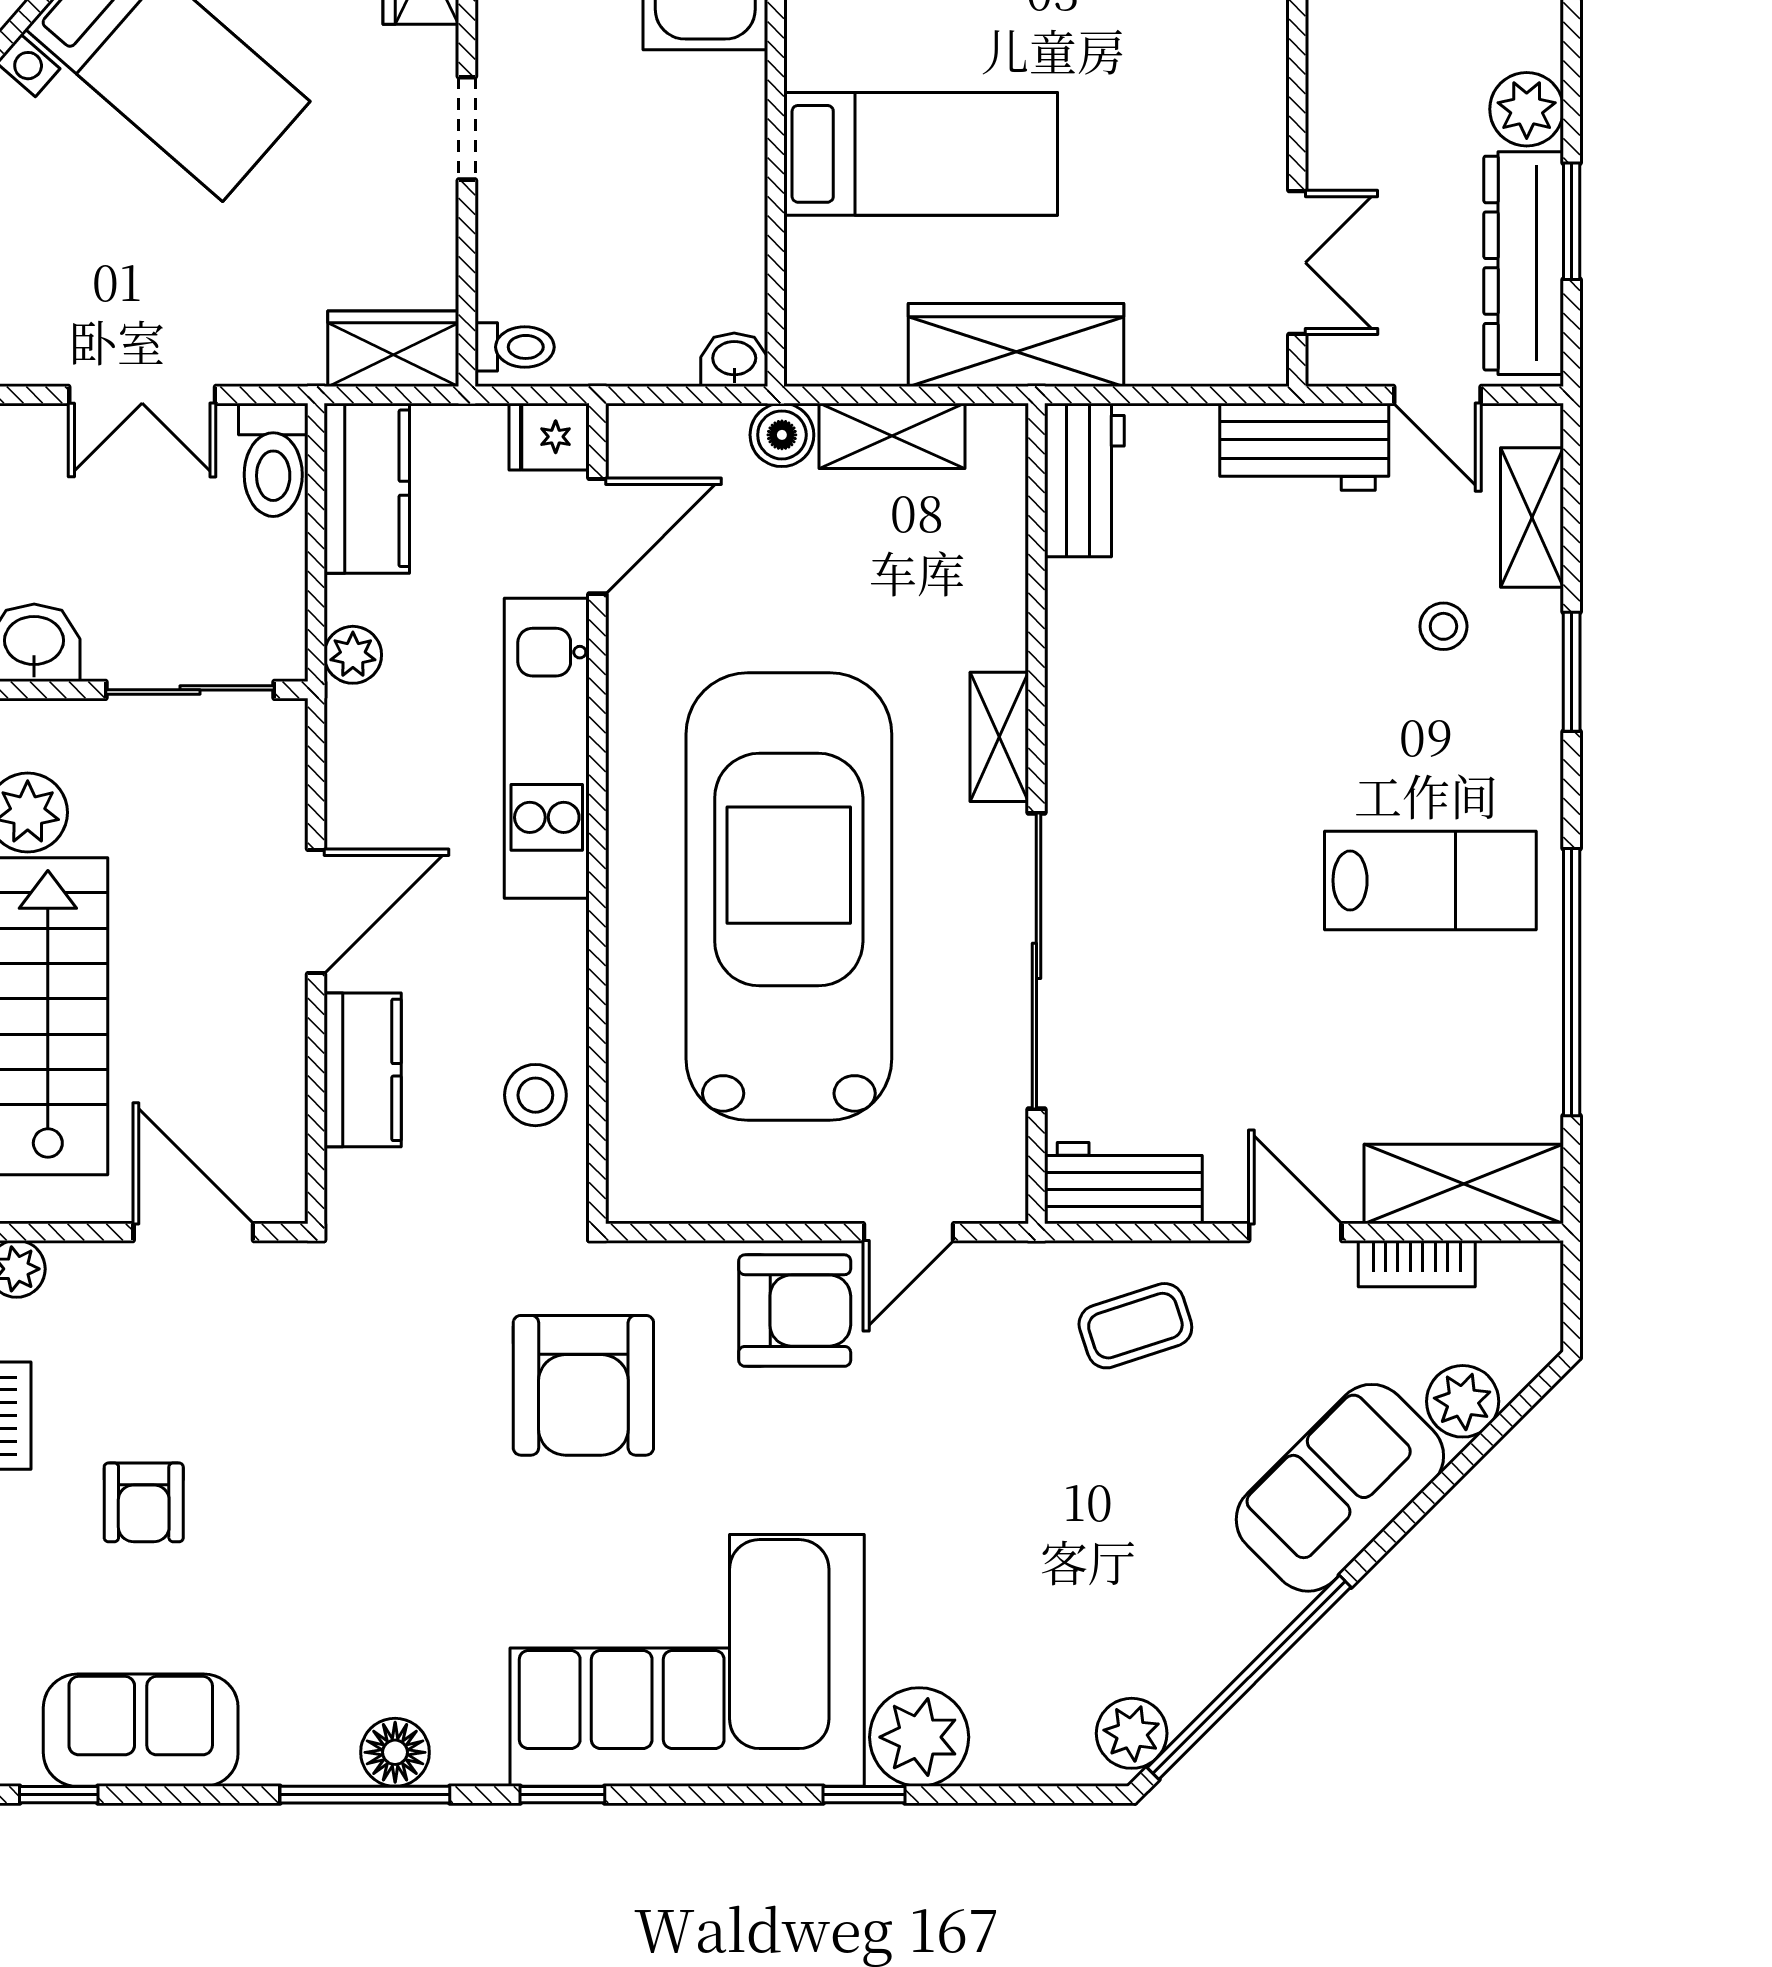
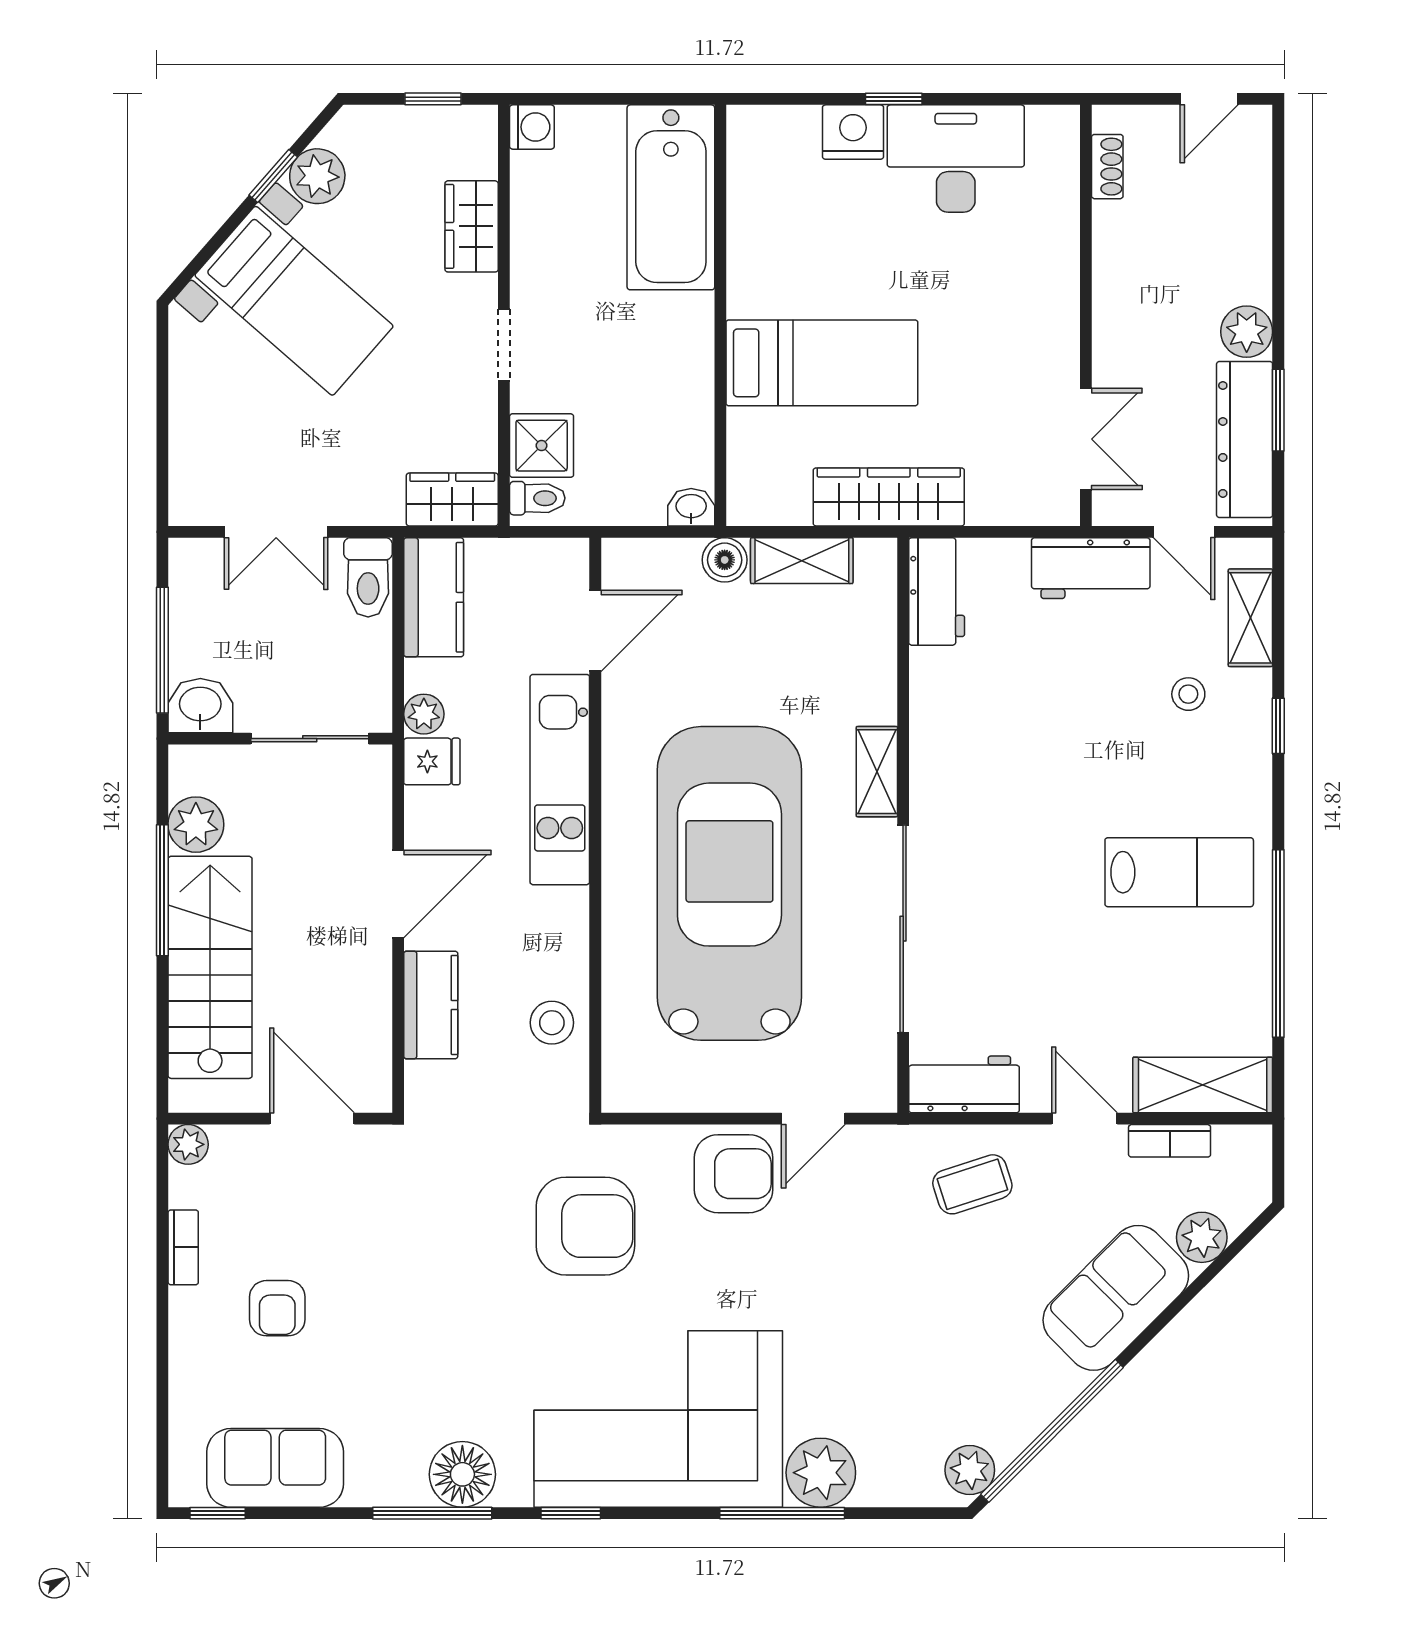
shower: (521, 272) -> (542, 446), added
fridge: (549, 437) -> (432, 761), moved, turned 180
window: (1572, 672) -> (1278, 726), width x0.67
armchair: (583, 1385) -> (585, 1226), turned -90
floor lamp: (395, 1752) -> (462, 1474), width x1.38, depth x1.38
window: (864, 1795) -> (782, 1513), width x2.17

